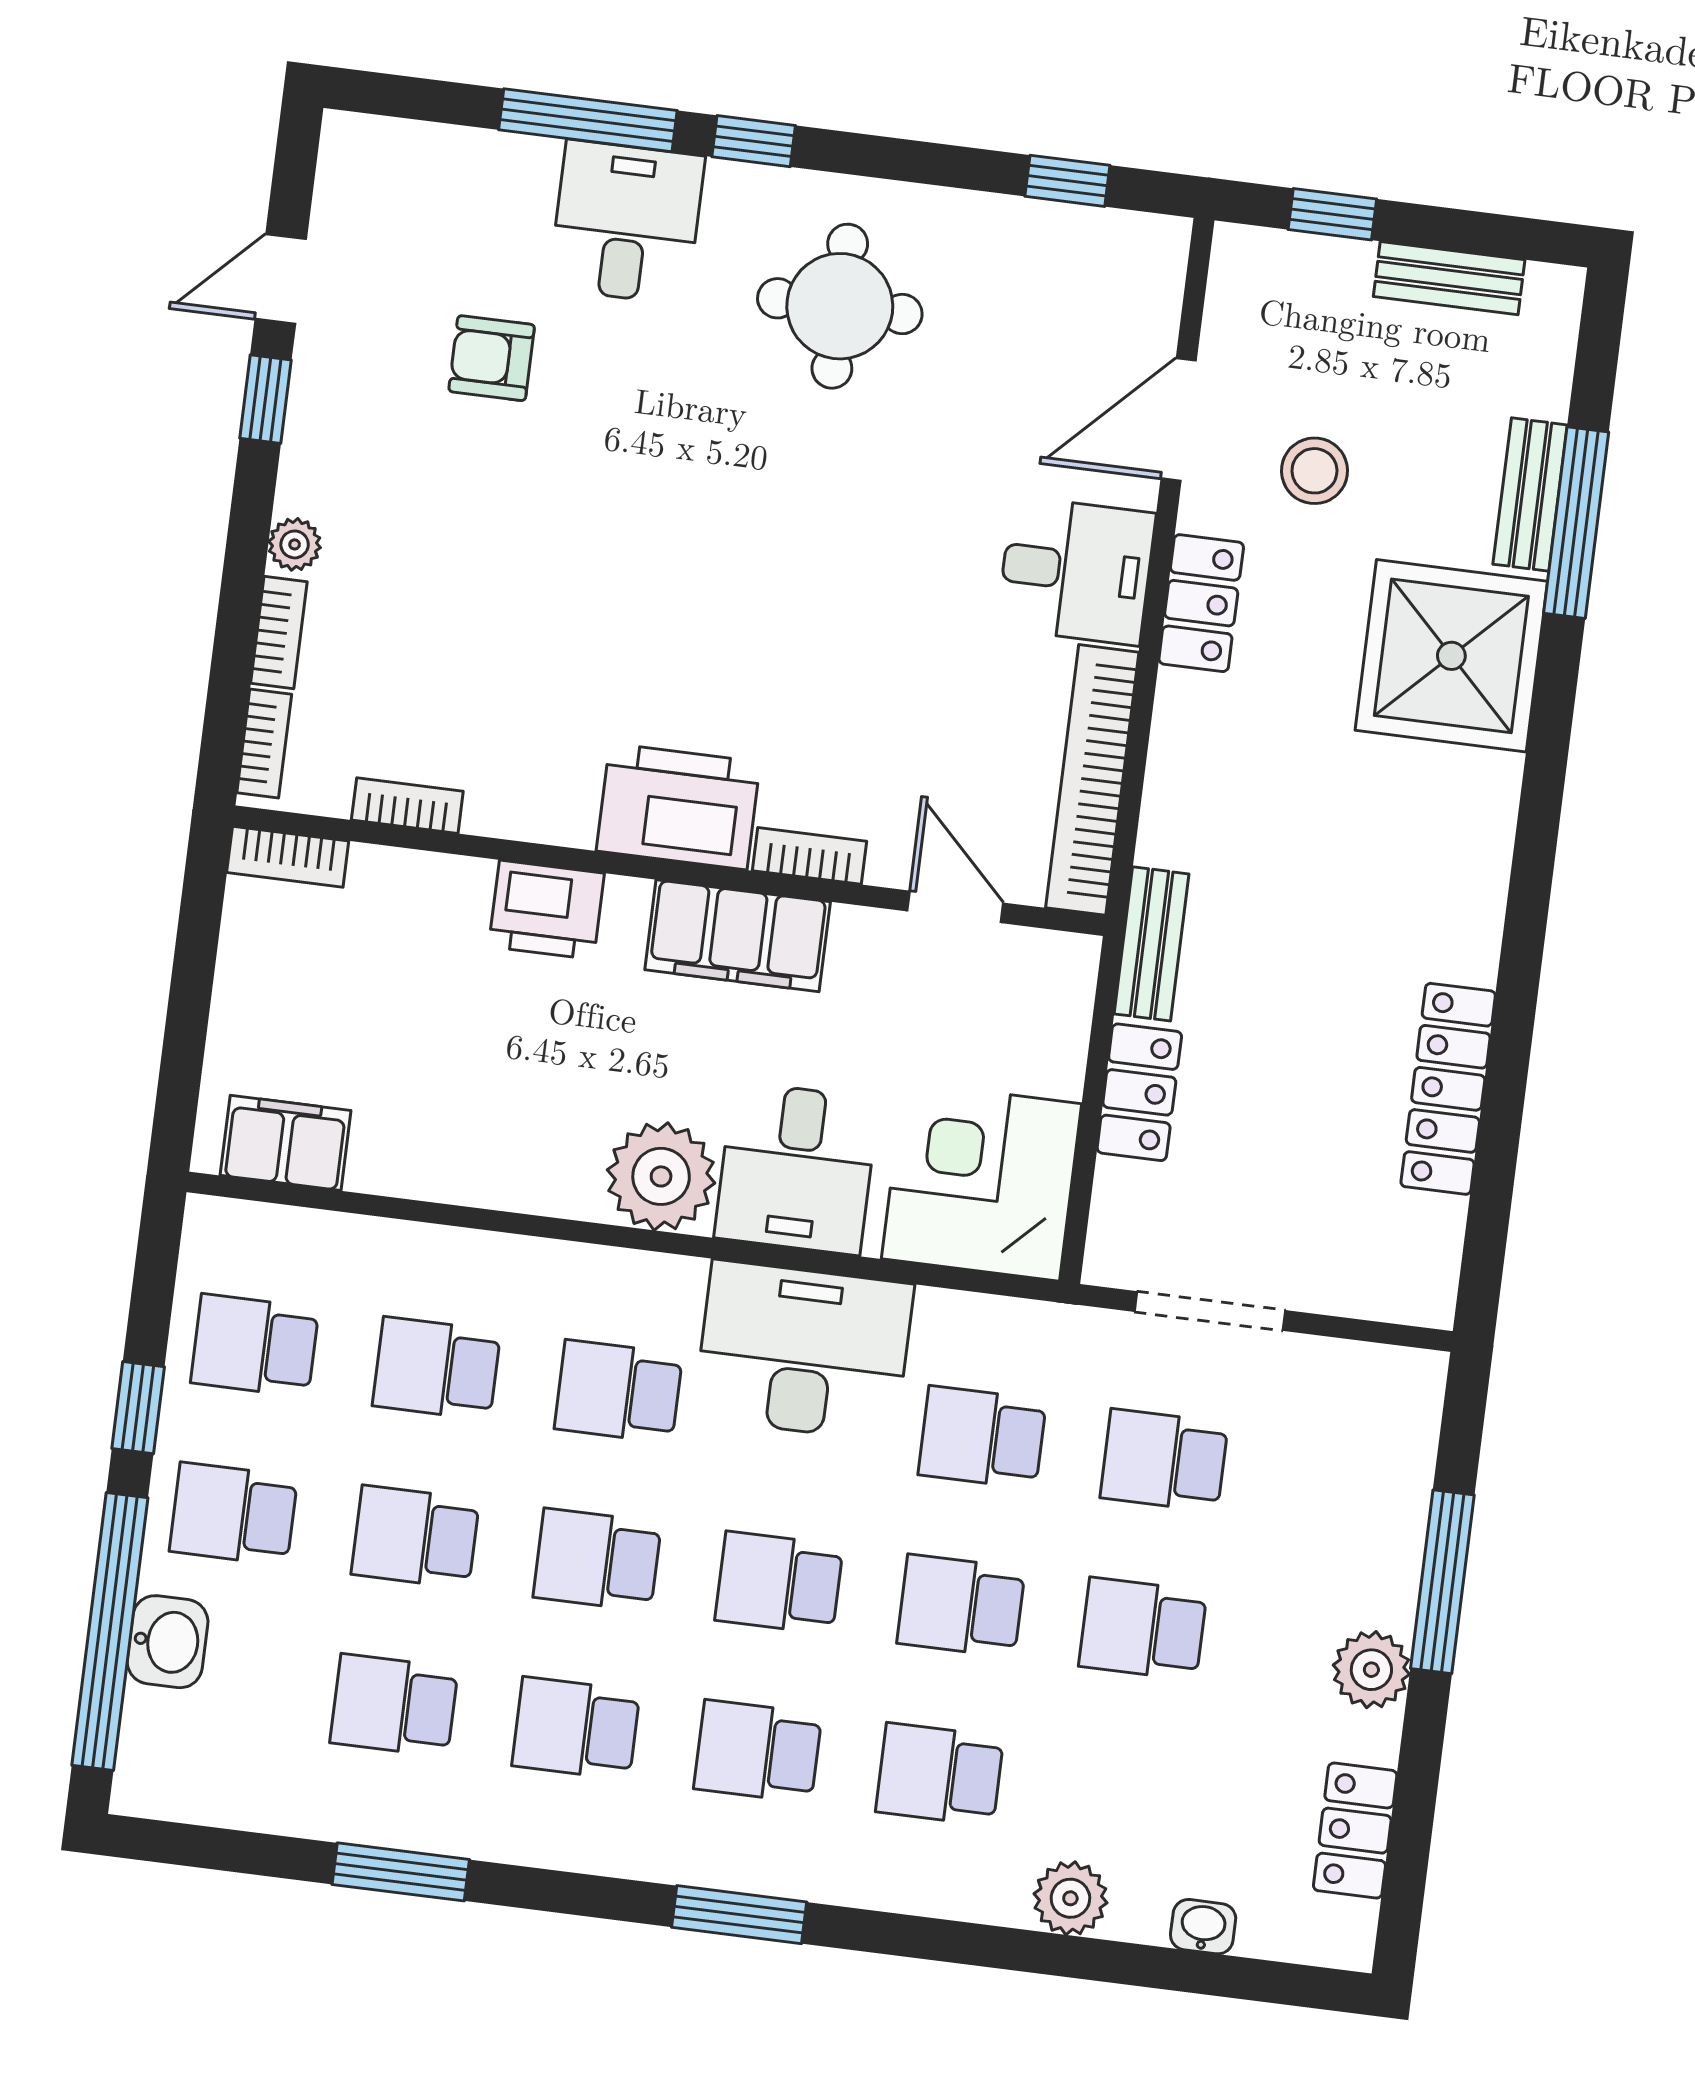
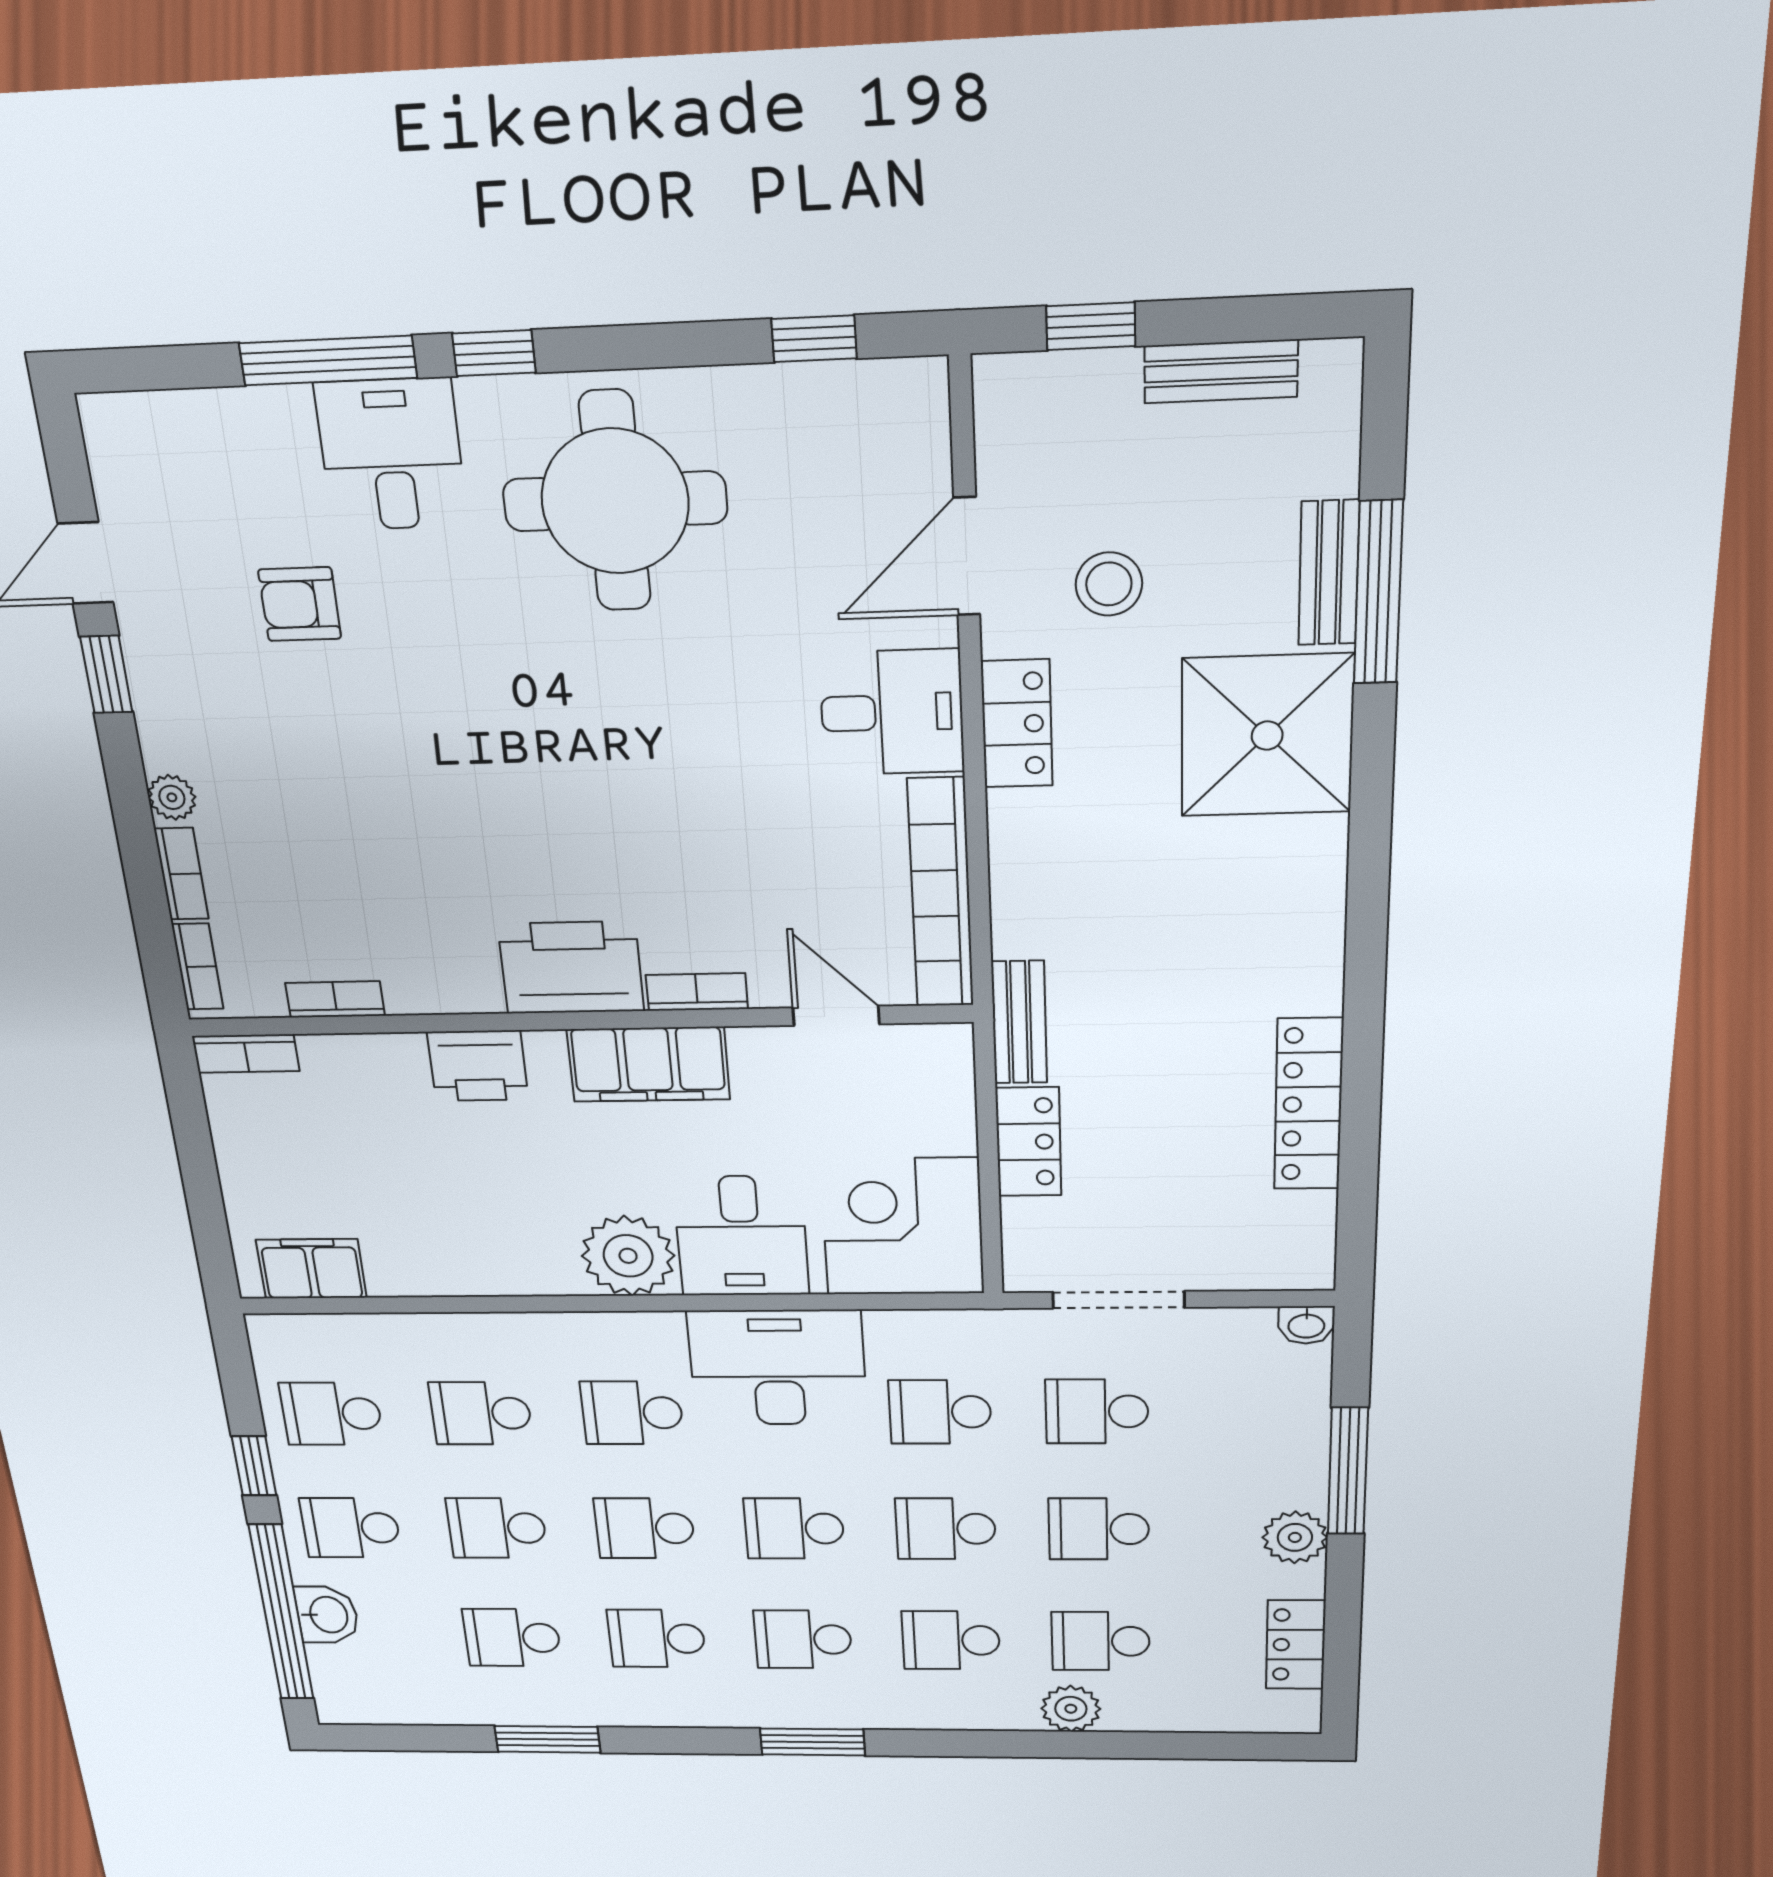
round table: (840, 306) -> (615, 501), width x1.36, depth x1.36
school desk: (1122, 1797) -> (1101, 1641), added
washbasin: (1203, 1927) -> (1306, 1325), moved, turned 180

